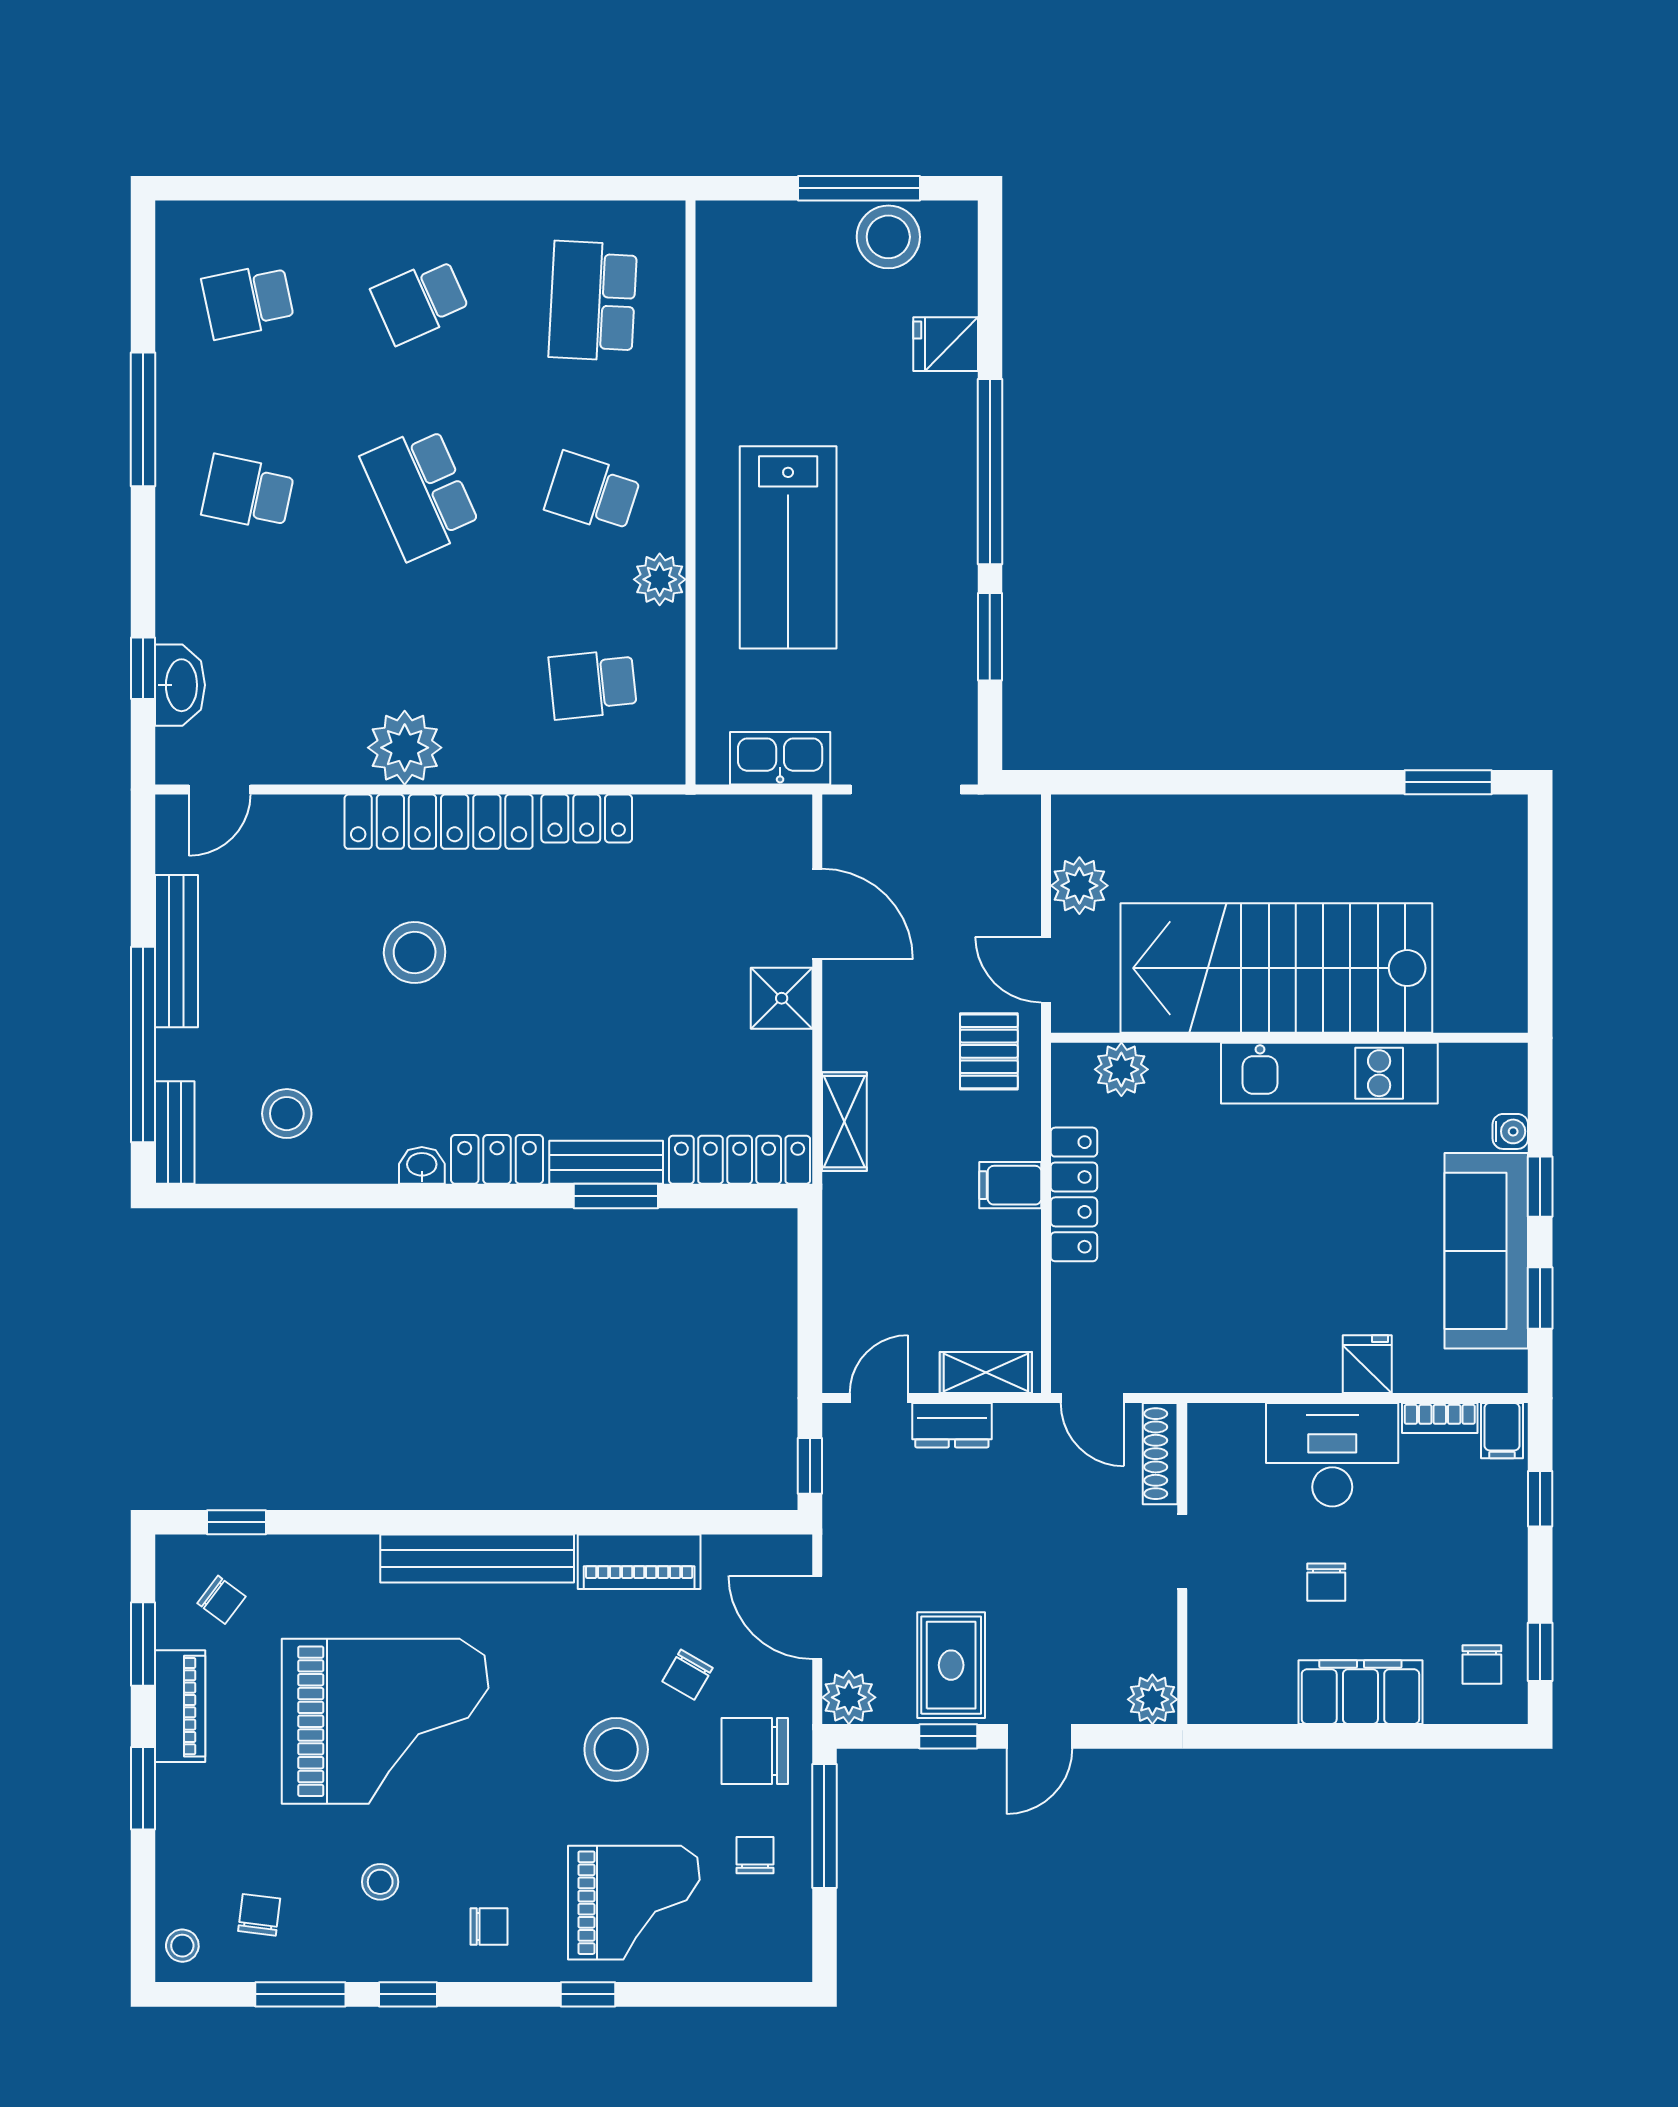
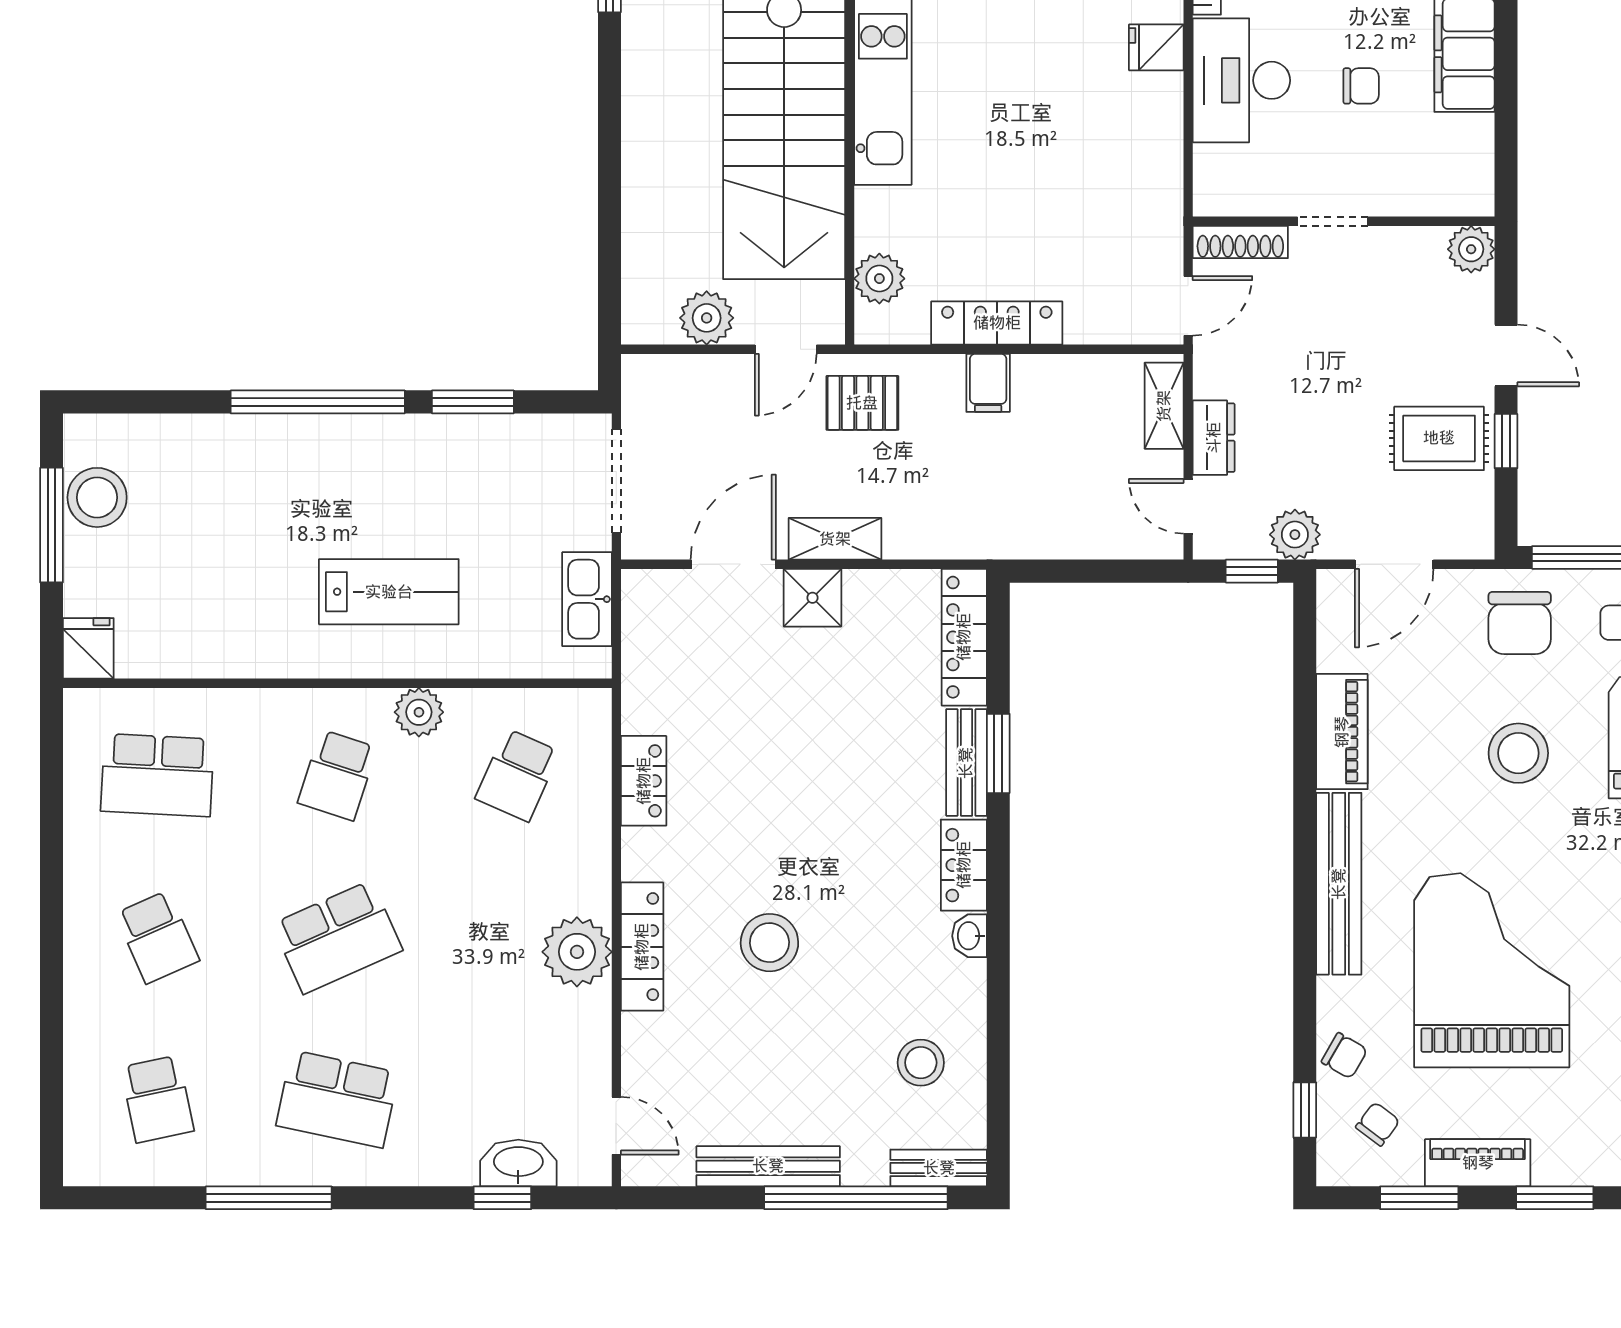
fridge: (946, 344) -> (88, 648), moved, turned 180
school desk: (248, 493) -> (337, 1099), width x1.85
lab bench: (788, 547) -> (389, 592), width x0.73, depth x0.72
school desk: (593, 684) -> (517, 775), turned 30
locker: (439, 822) -> (642, 947), width x0.71, depth x0.83
shelving: (844, 1122) -> (835, 539), moved
chair: (688, 1675) -> (1344, 1056), moved
plant: (849, 1697) -> (1295, 535), moved

